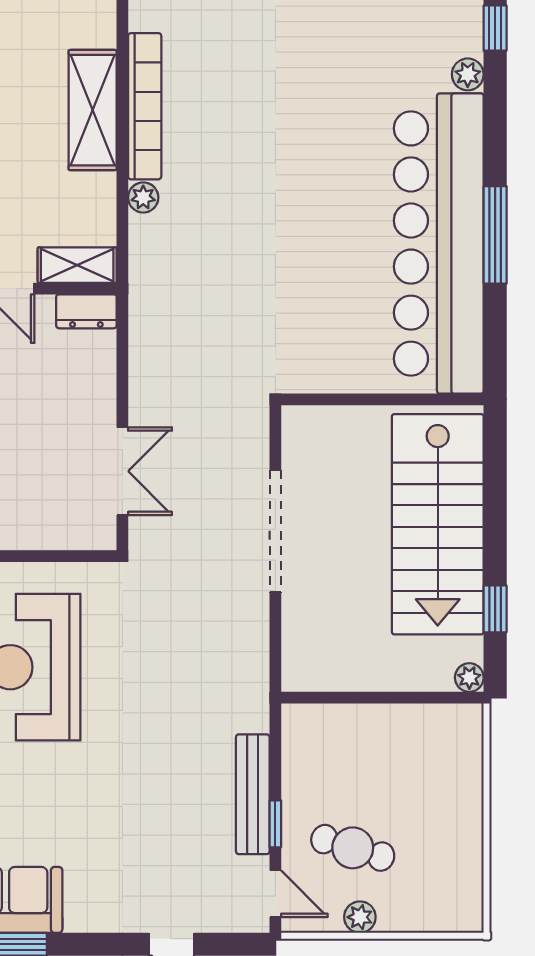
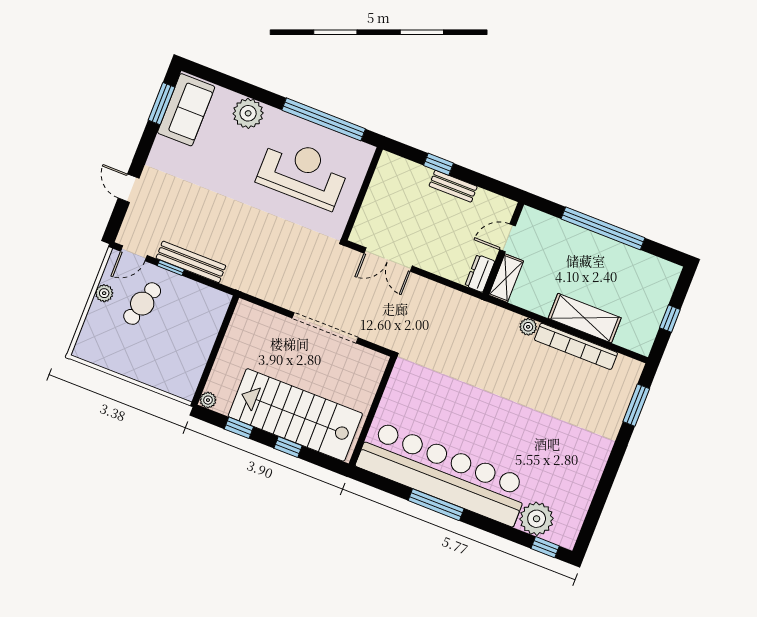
plant: (468, 74) -> (537, 519), width x1.88, depth x1.88
window: (495, 516) -> (288, 447), added

